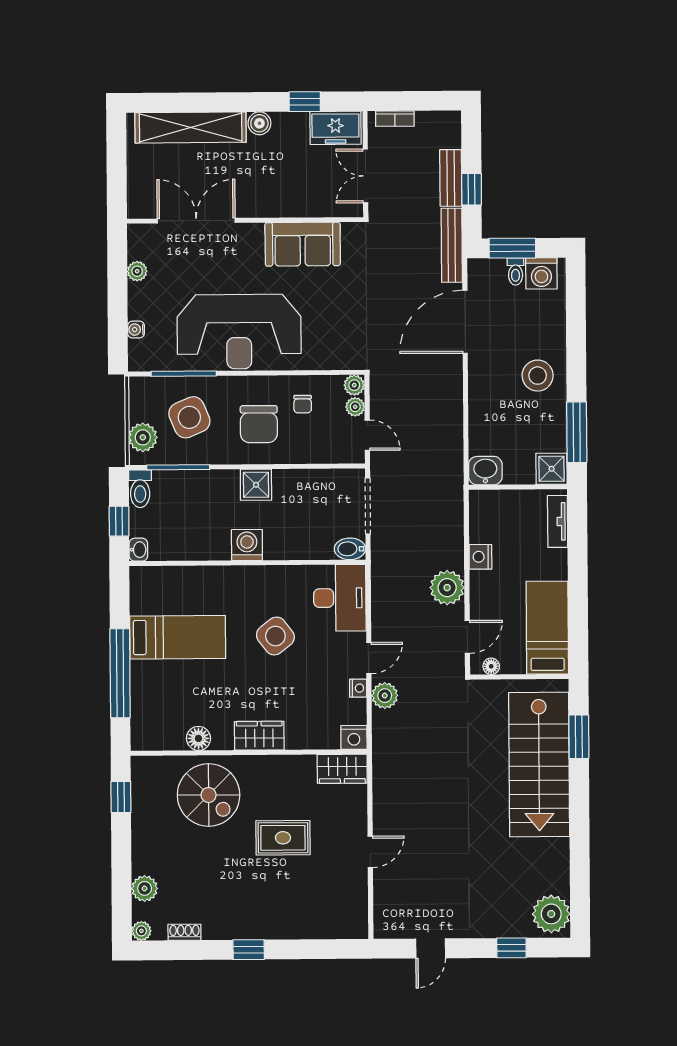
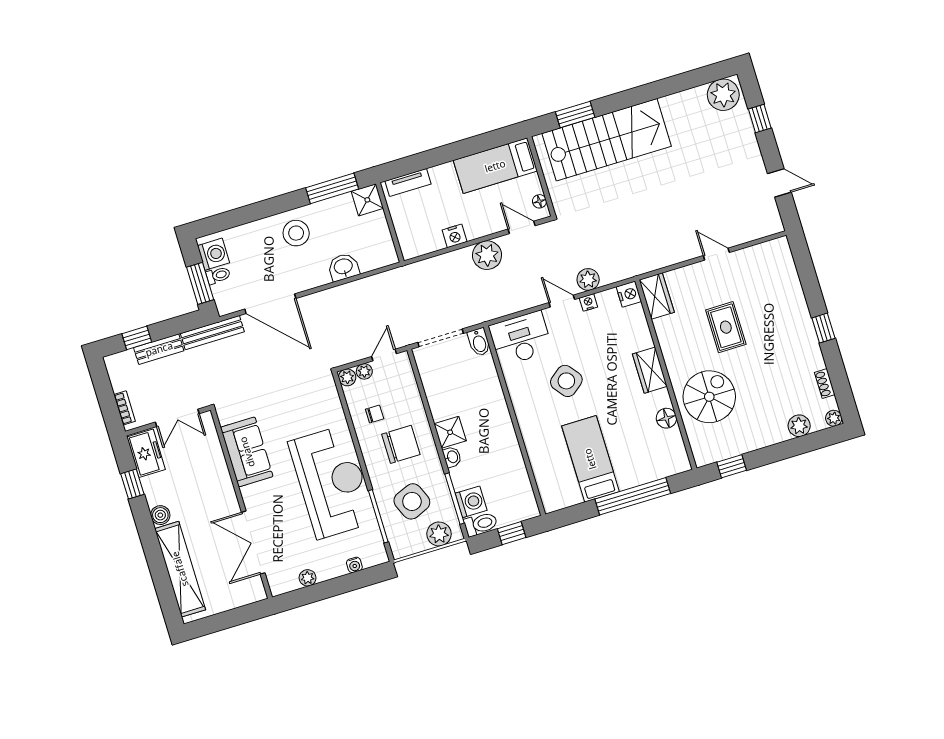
window: (472, 189) -> (137, 338), moved
washbasin: (485, 471) -> (343, 267), moved, turned 90
washing machine: (247, 545) -> (471, 502), moved, turned 180
washbasin: (138, 550) -> (452, 457), moved, turned 90

